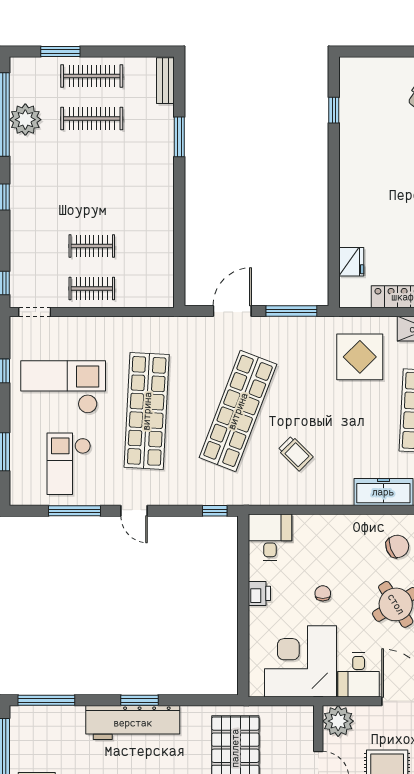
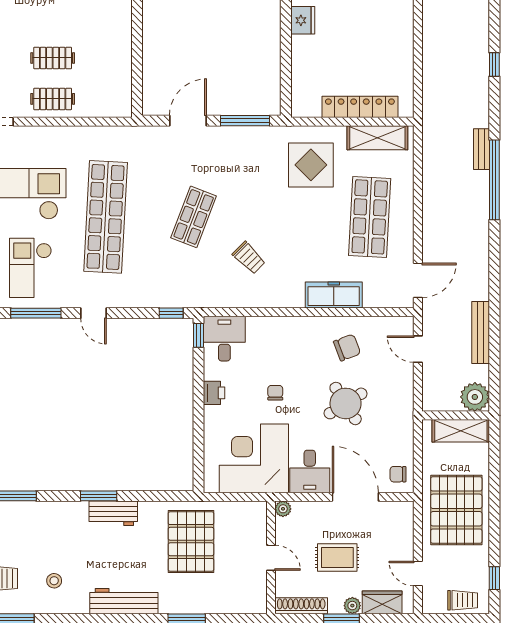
fridge: (351, 262) -> (303, 20), moved
shop shelf: (238, 411) -> (194, 217), width x0.50, depth x0.74
window: (243, 534) -> (199, 335), added
plant: (338, 721) -> (283, 509), width x0.53, depth x0.53
workbench: (133, 723) -> (113, 513), width x0.53, depth x0.76

